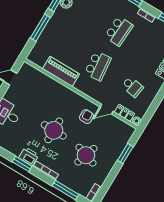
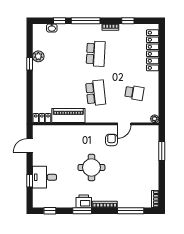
window: (40, 28) -> (30, 90), removed
locker: (124, 113) -> (42, 118), moved
round table: (86, 155) -> (130, 172), removed

